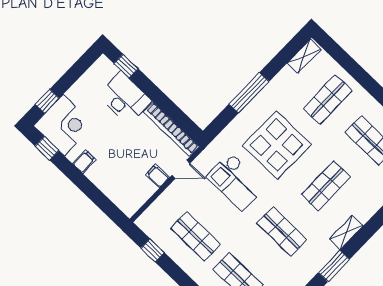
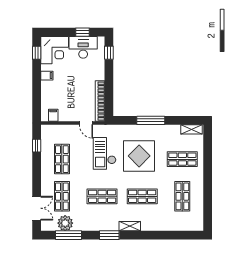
desk: (125, 98) -> (83, 47), moved, turned -90
window: (47, 101) -> (83, 32), moved
filing cabinet: (158, 176) -> (53, 115), moved
shop shelf: (282, 231) -> (102, 196), turned 90

